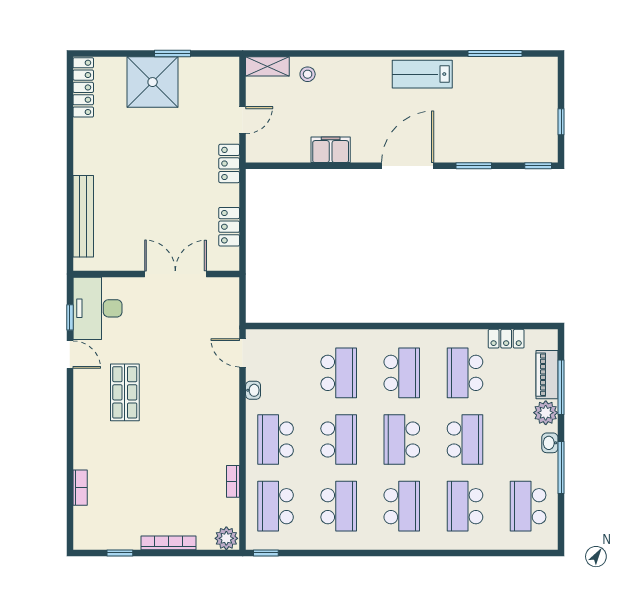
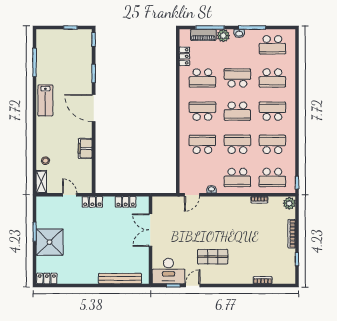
locker: (83, 87) -> (47, 279), width x0.66

